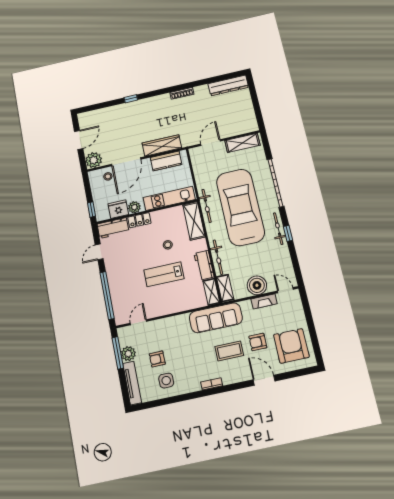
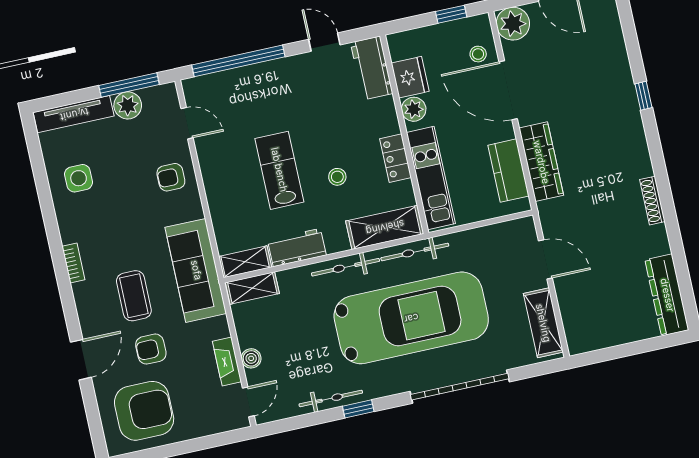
window: (91, 210) -> (451, 14), moved
locker: (139, 220) -> (396, 158), moved
bicycle: (278, 229) -> (331, 398), moved
bicycle: (218, 257) -> (345, 267), moved
boiler: (257, 285) -> (251, 358), width x0.54, depth x0.54
armchair: (258, 342) -> (151, 349), turned -90
armchair: (157, 359) -> (171, 177), moved, turned -89

